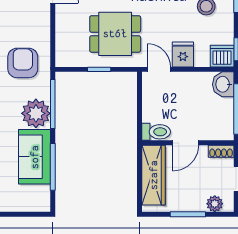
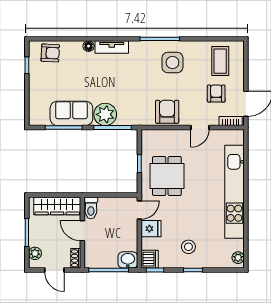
armchair: (23, 63) -> (167, 112), moved, turned -90

